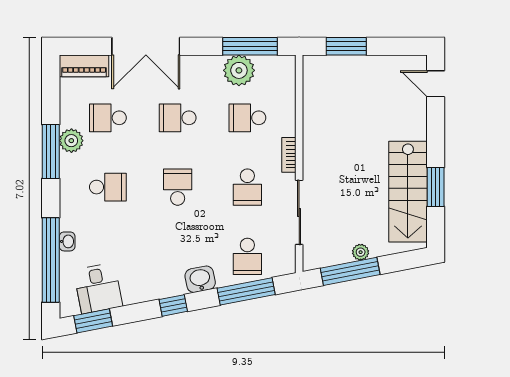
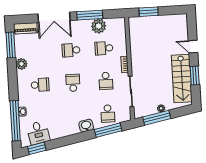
window: (250, 46) -> (90, 15), moved
door: (436, 84) -> (193, 47), moved
school desk: (108, 118) -> (38, 52), removed
window: (51, 152) -> (11, 45), moved
window: (173, 305) -> (74, 139), removed

